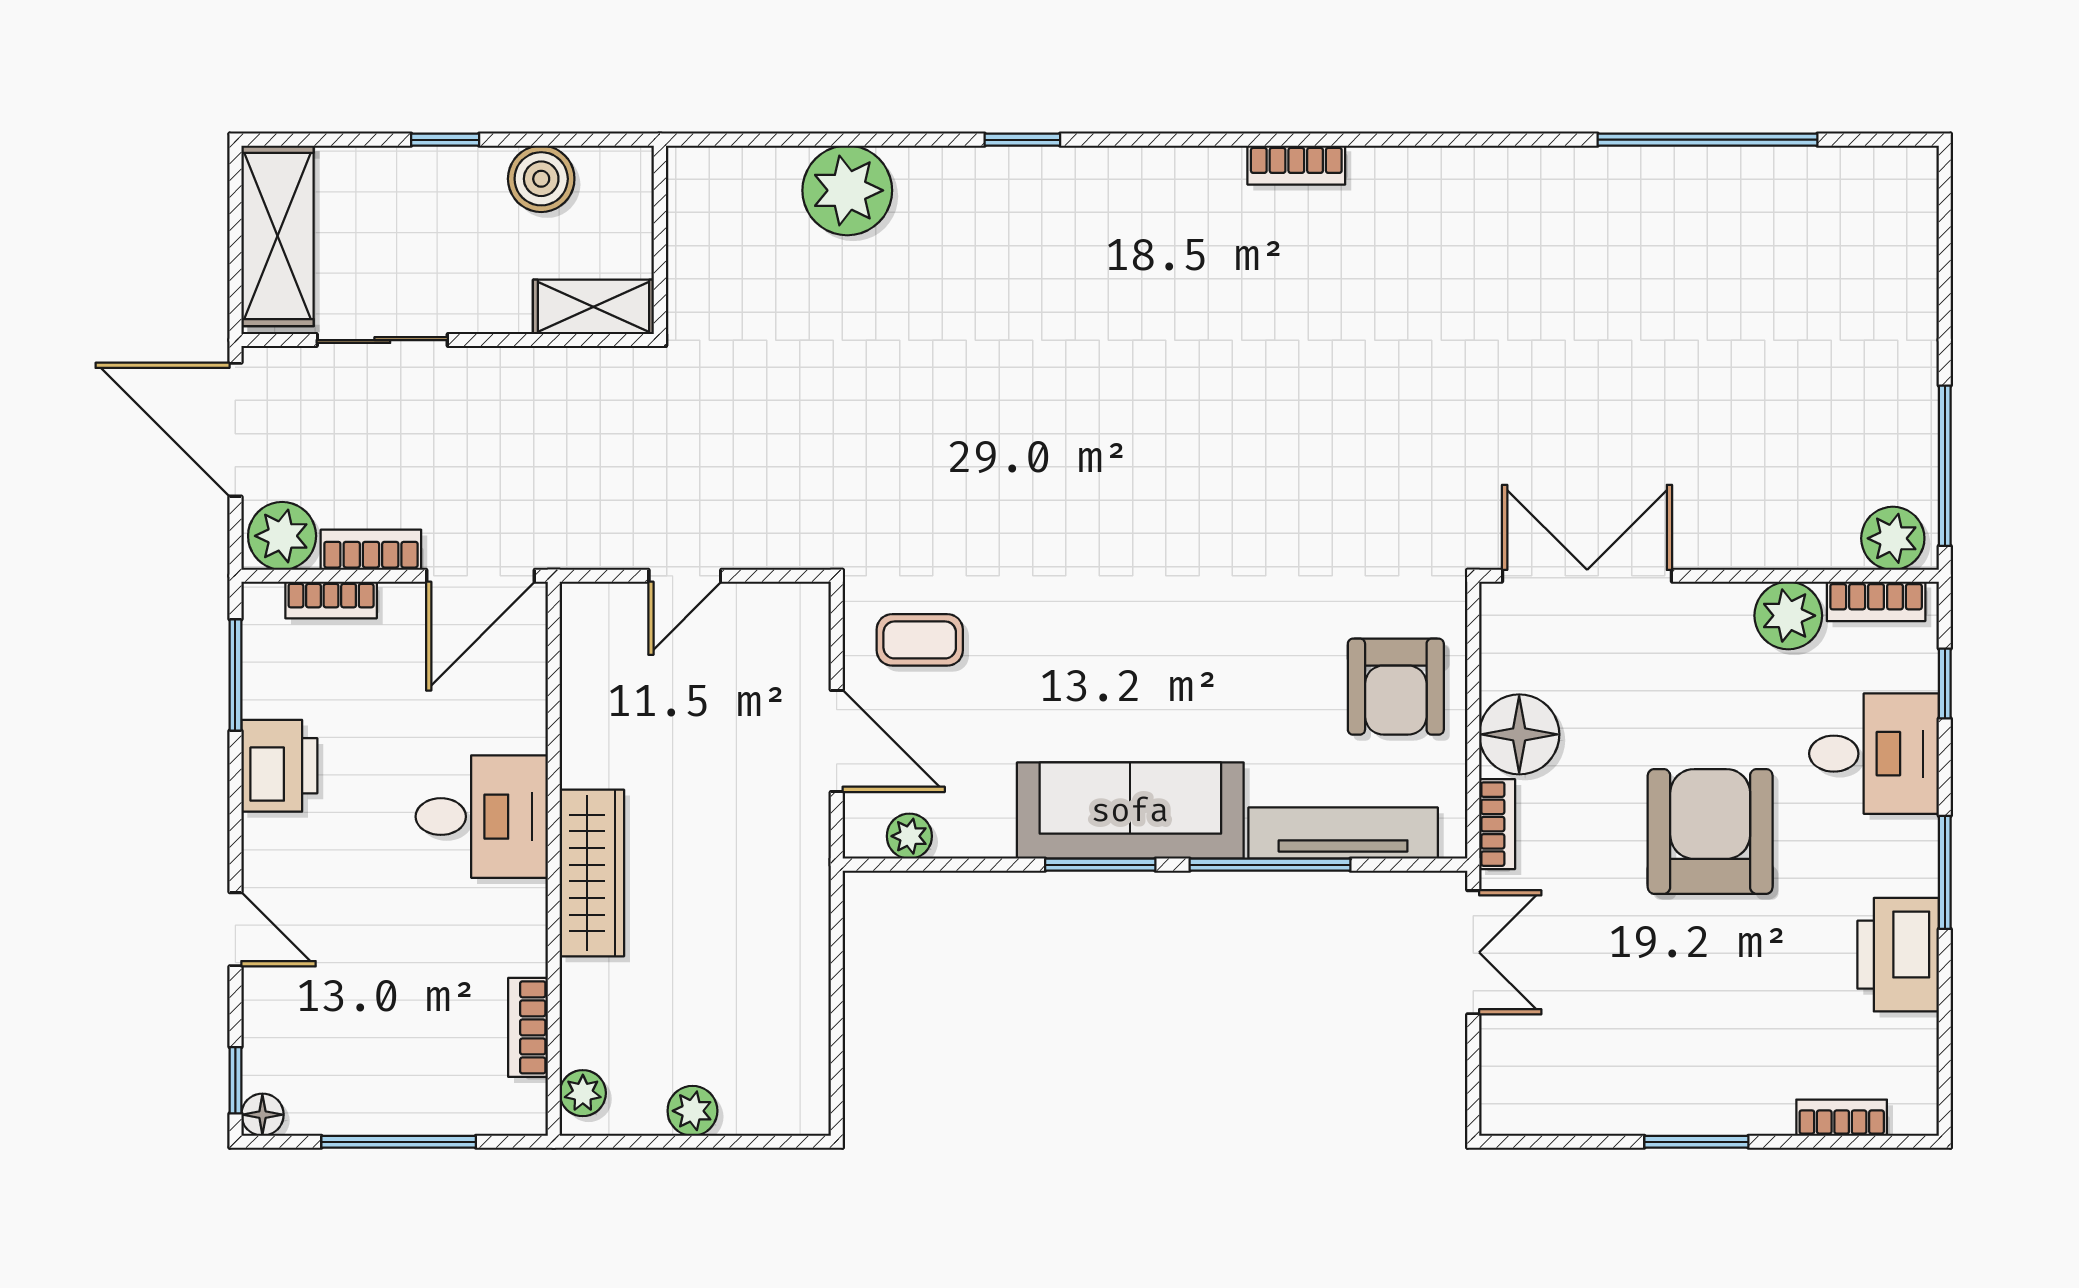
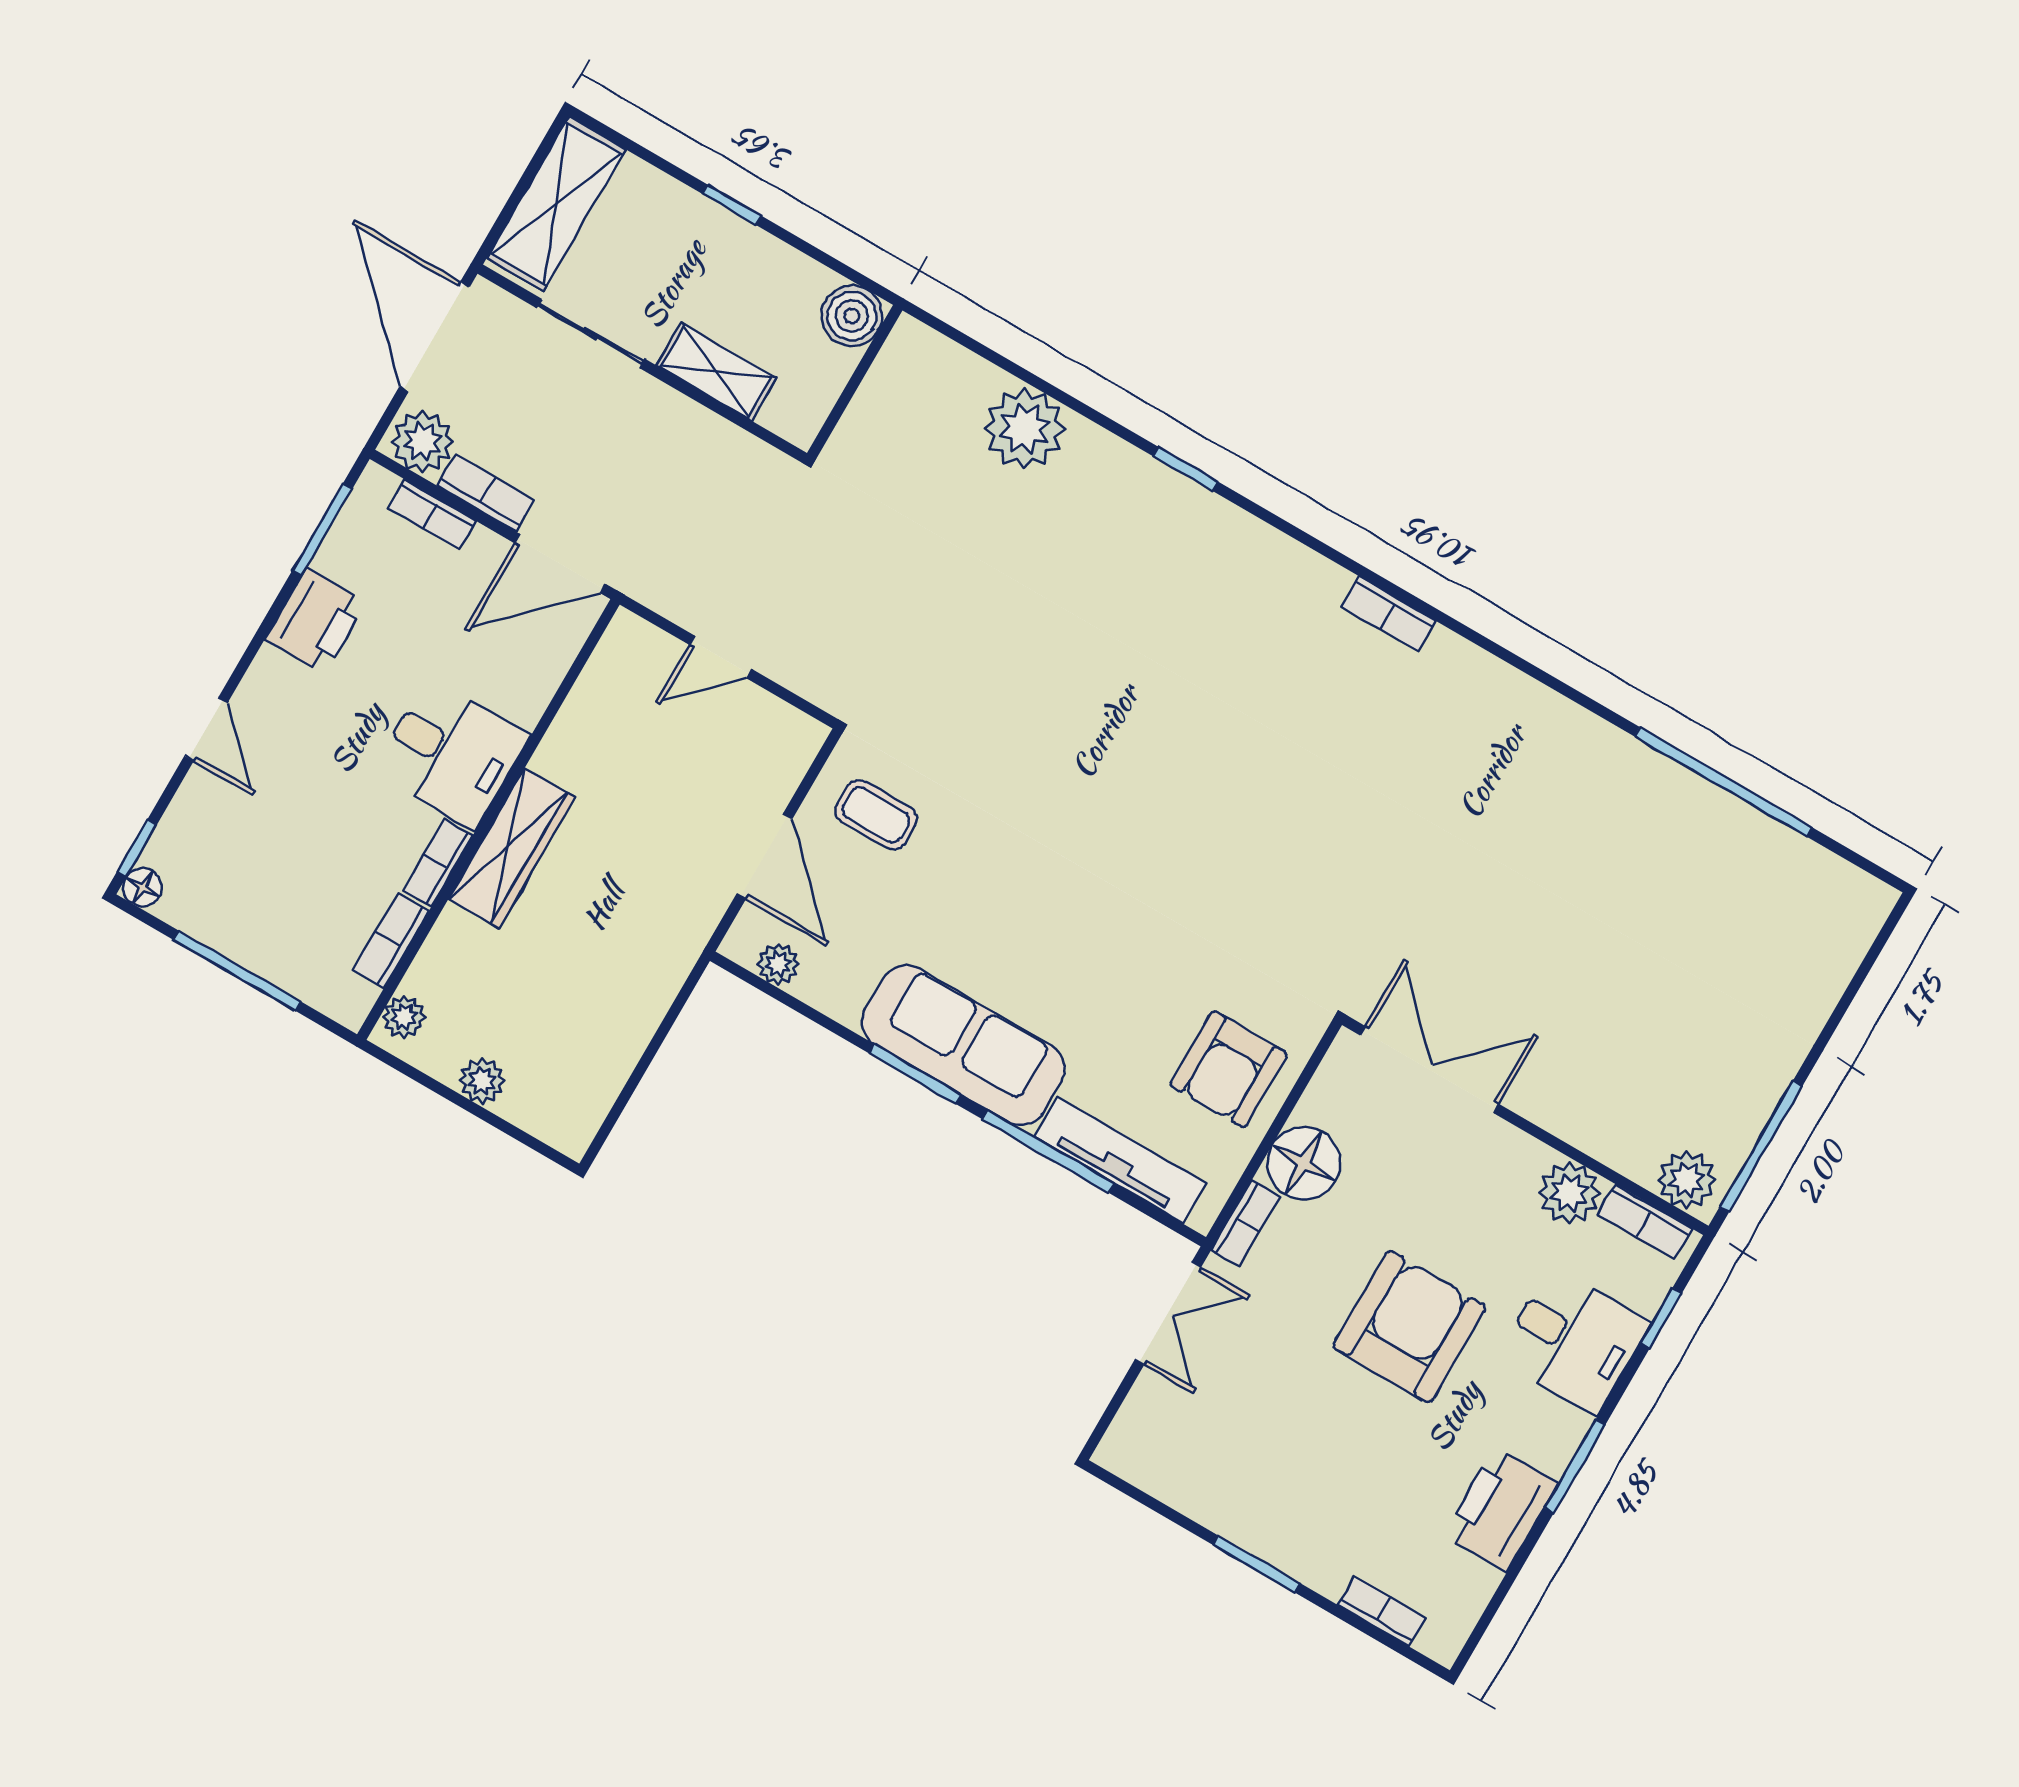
boiler: (541, 179) -> (852, 316), moved
shelving: (593, 307) -> (716, 372), moved
bookcase: (530, 928) -> (438, 863), added

